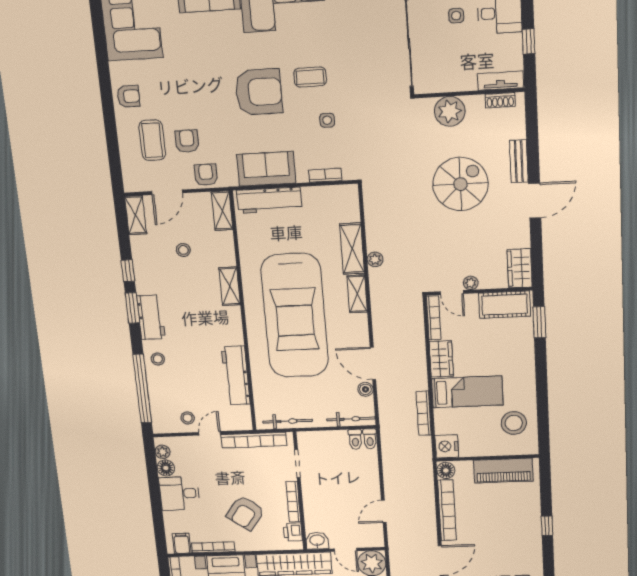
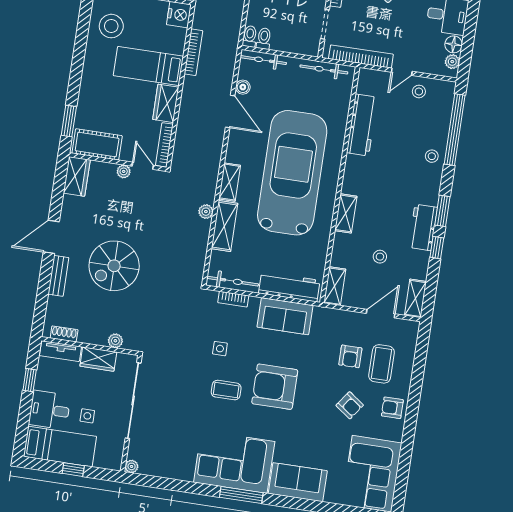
wardrobe: (457, 81) -> (98, 359), added
plant: (450, 111) -> (115, 341), width x0.53, depth x0.53
armchair: (206, 175) -> (350, 405), moved, turned -54
bicycle: (330, 194) -> (233, 281), added
workbench: (151, 317) -> (423, 227), moved

